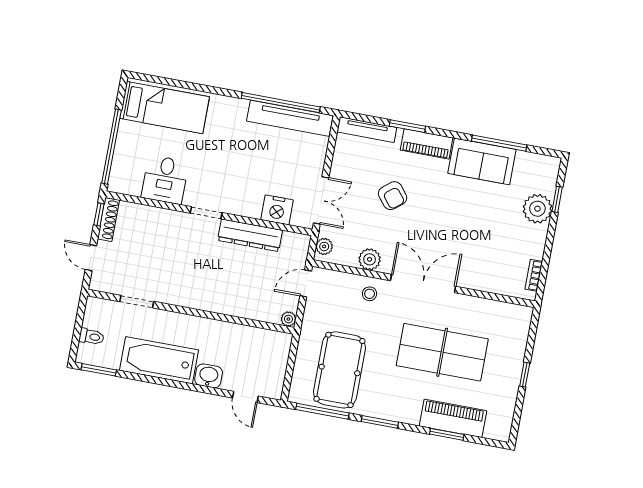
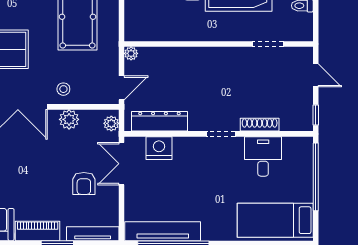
armchair: (393, 196) -> (84, 183), moved, turned -141
shoe rack: (108, 219) -> (260, 125), moved, turned 90
dresser: (250, 235) -> (159, 121), moved

